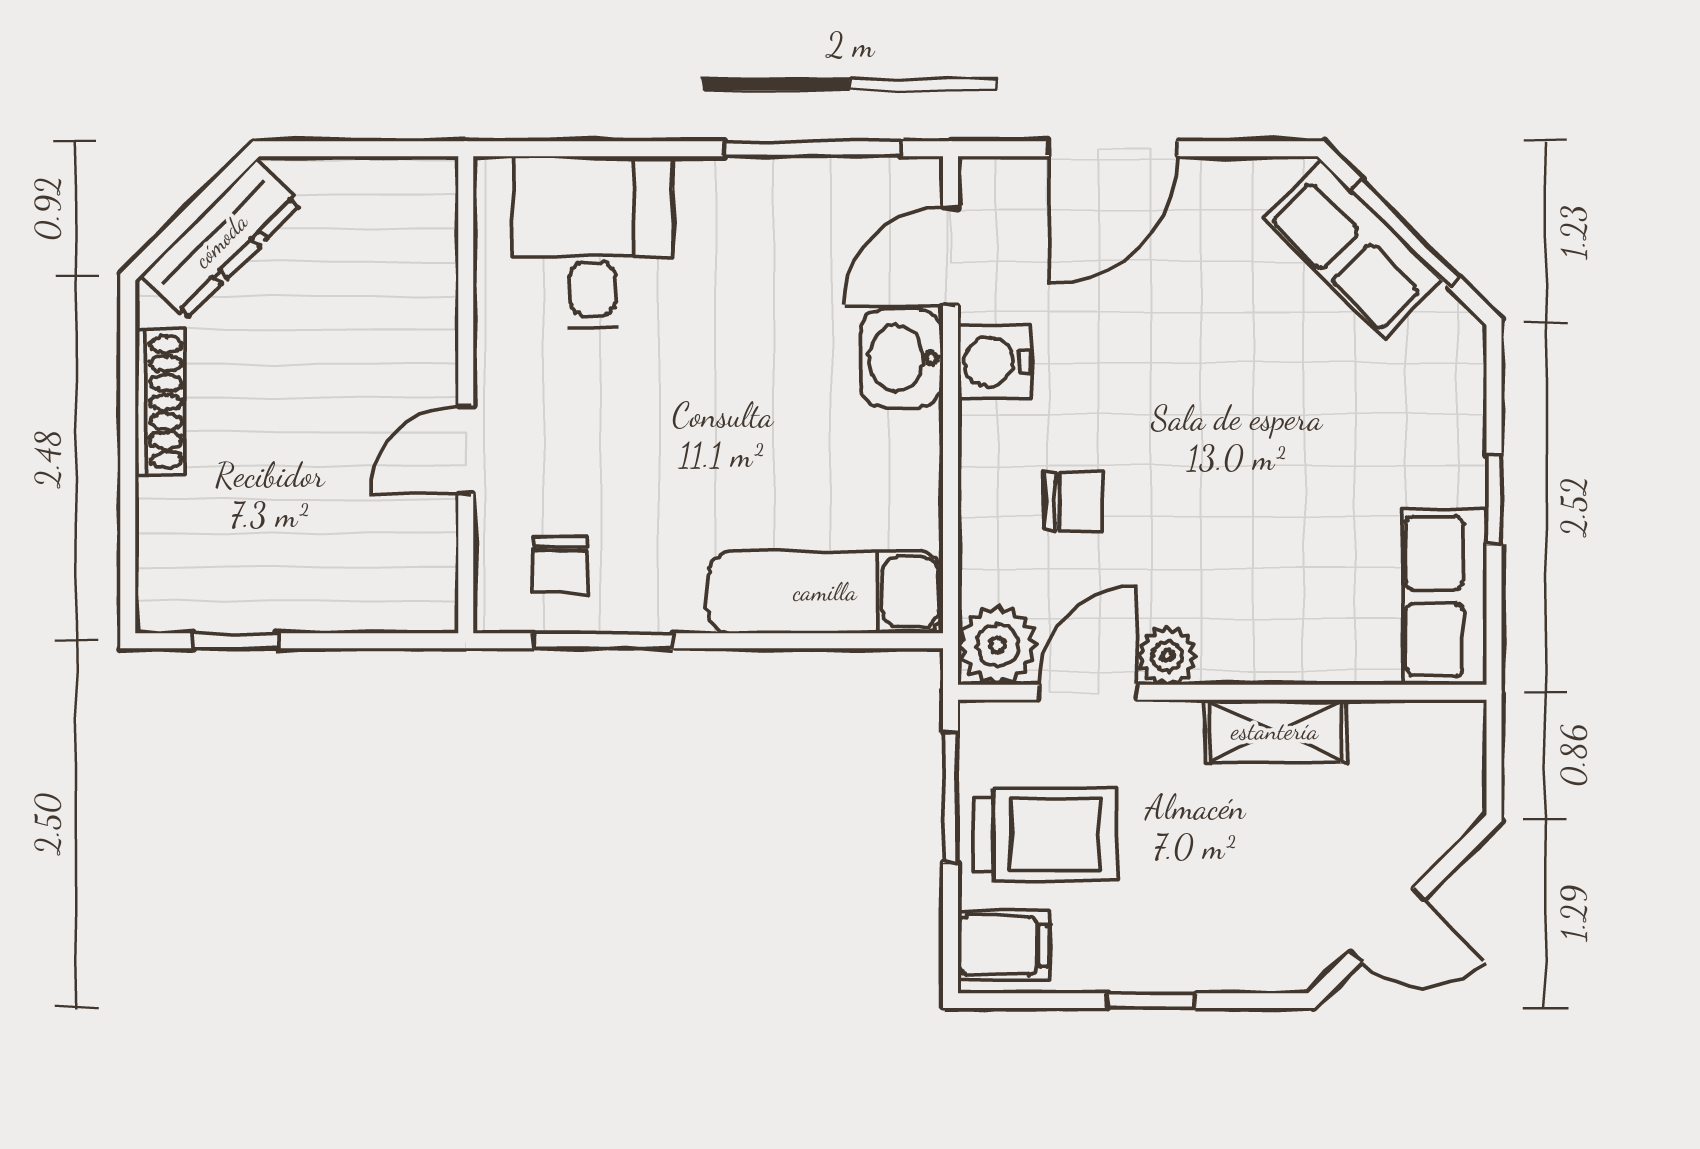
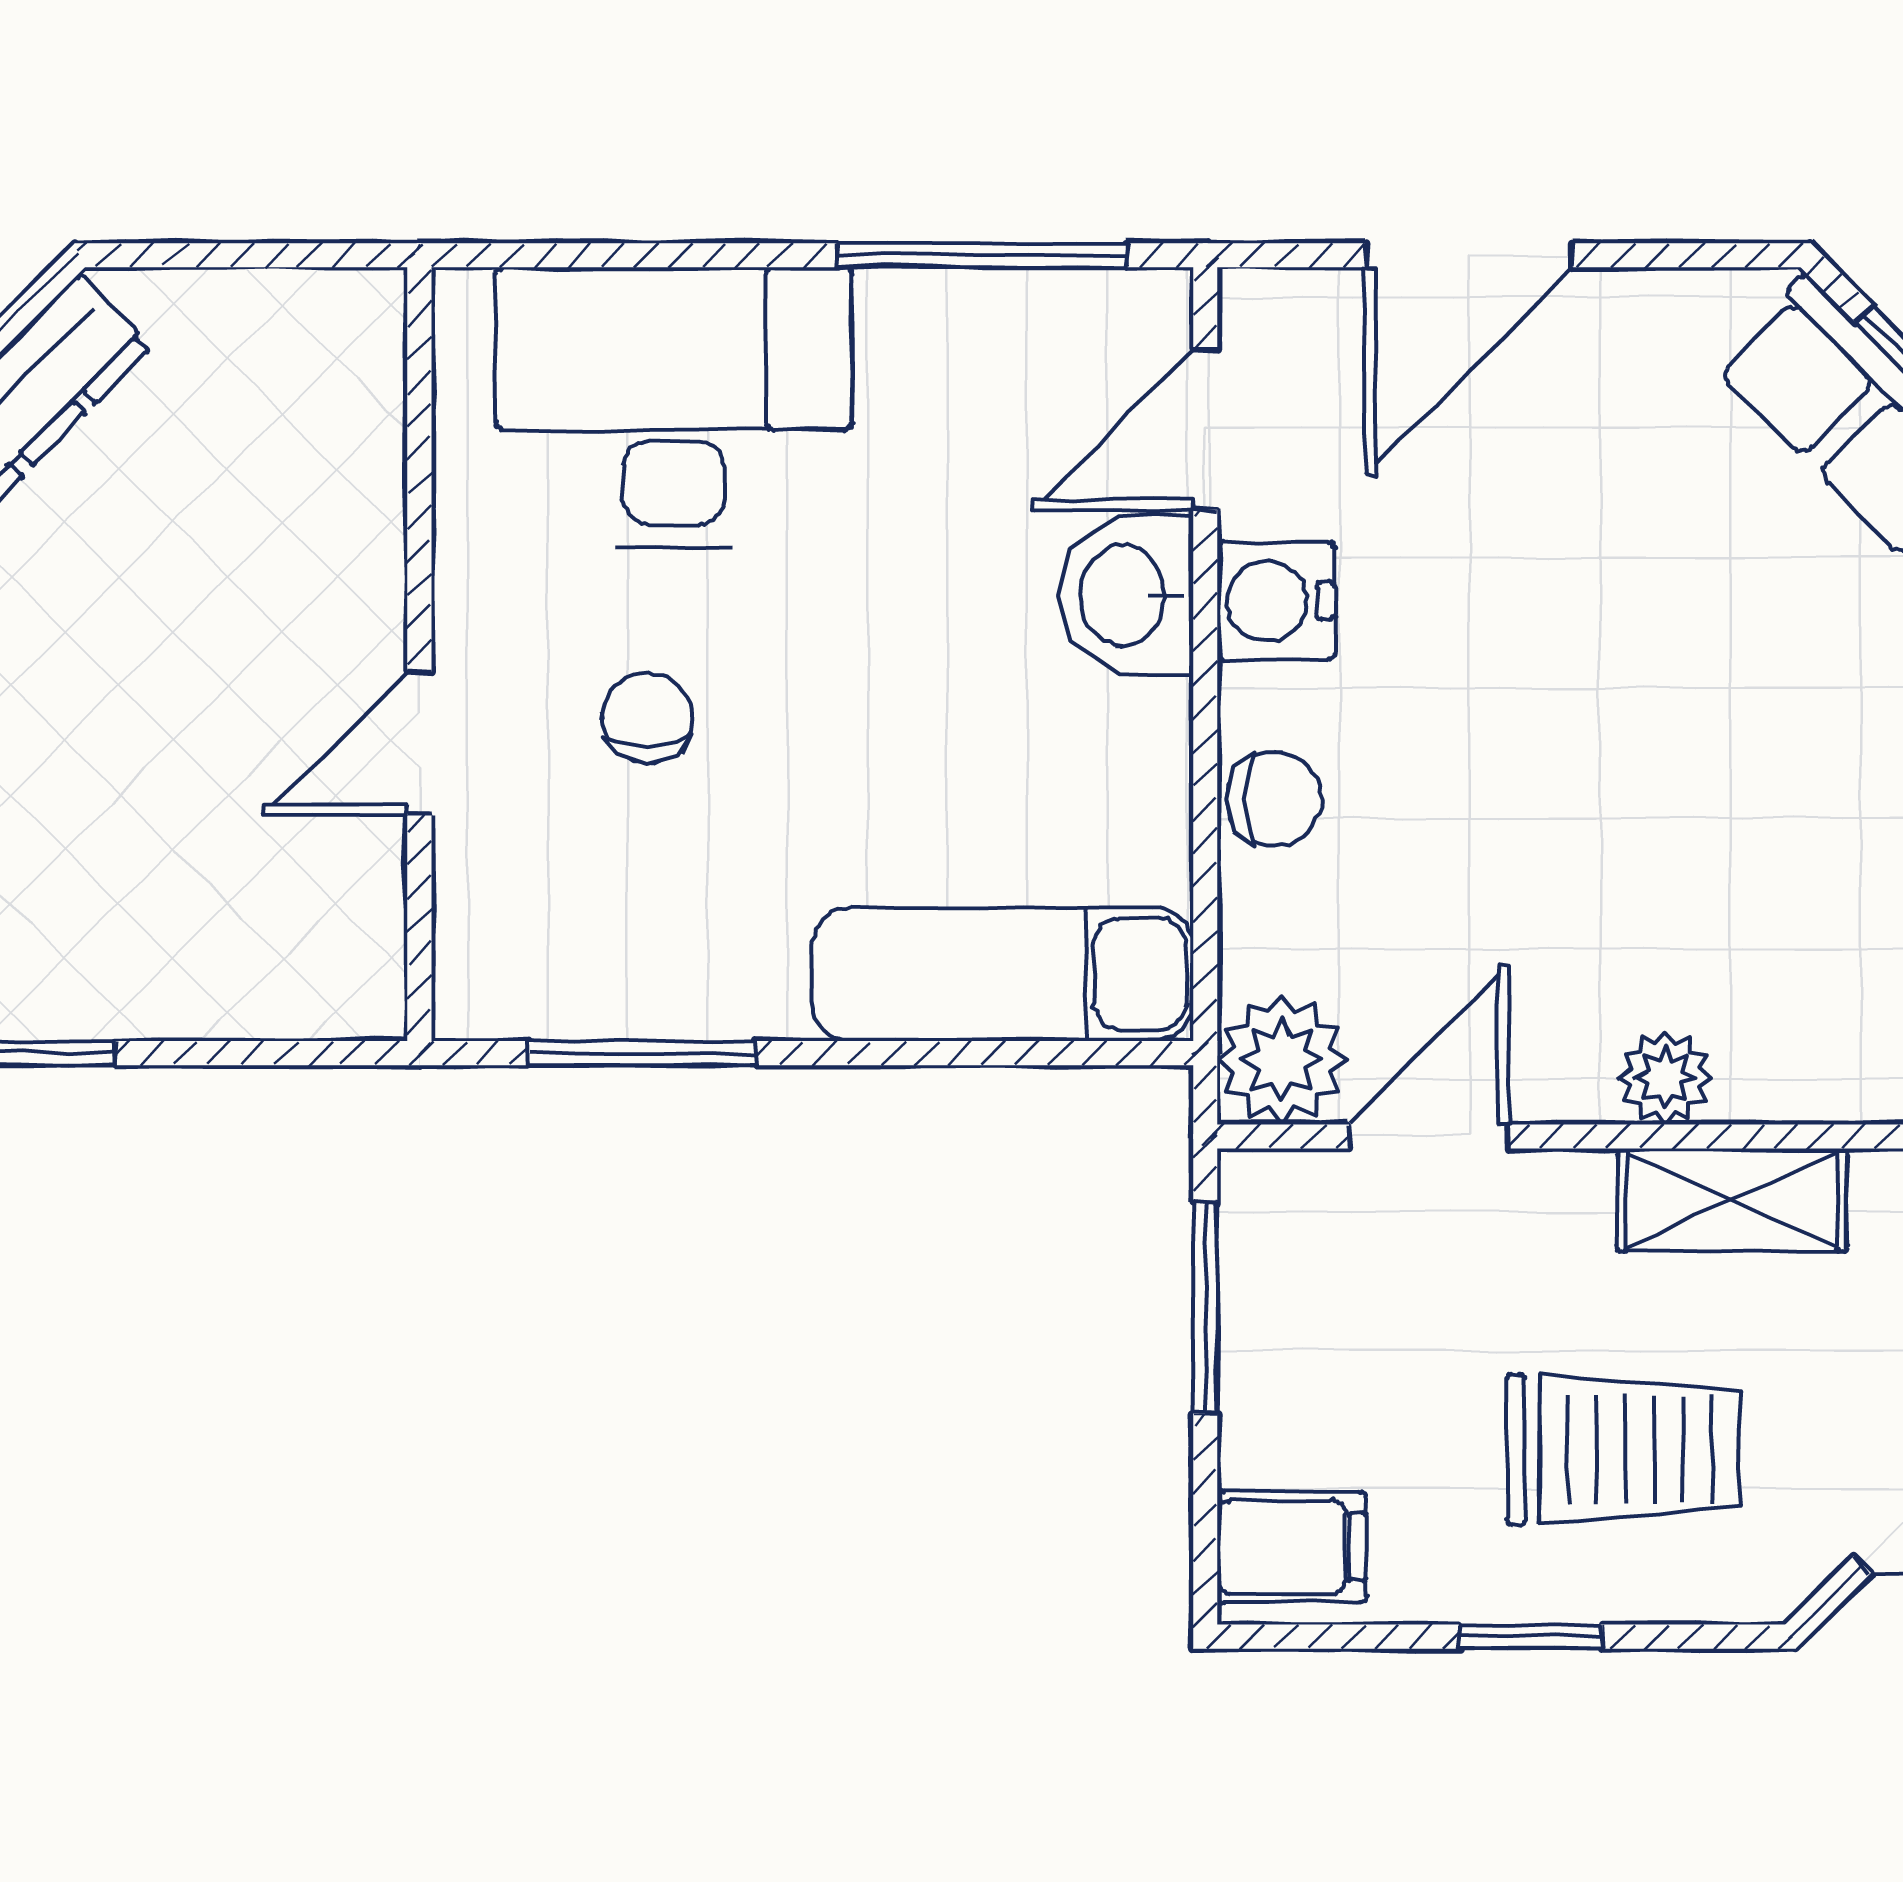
desk: (593, 242) -> (674, 407), width x1.37
chair: (1074, 502) -> (1274, 799), moved
chair: (561, 565) -> (647, 718), moved, turned 180
plant: (1167, 656) -> (1665, 1078), moved
trolley: (1045, 835) -> (1623, 1449), moved

